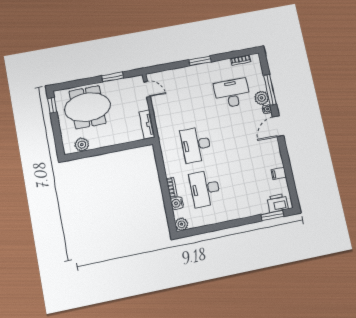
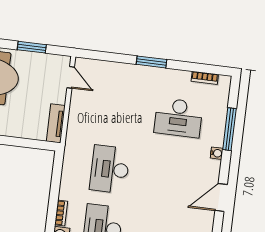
desk: (232, 93) -> (178, 118), turned 180
plant: (262, 98) -> (215, 136), removed
door: (278, 126) -> (221, 198), moved

